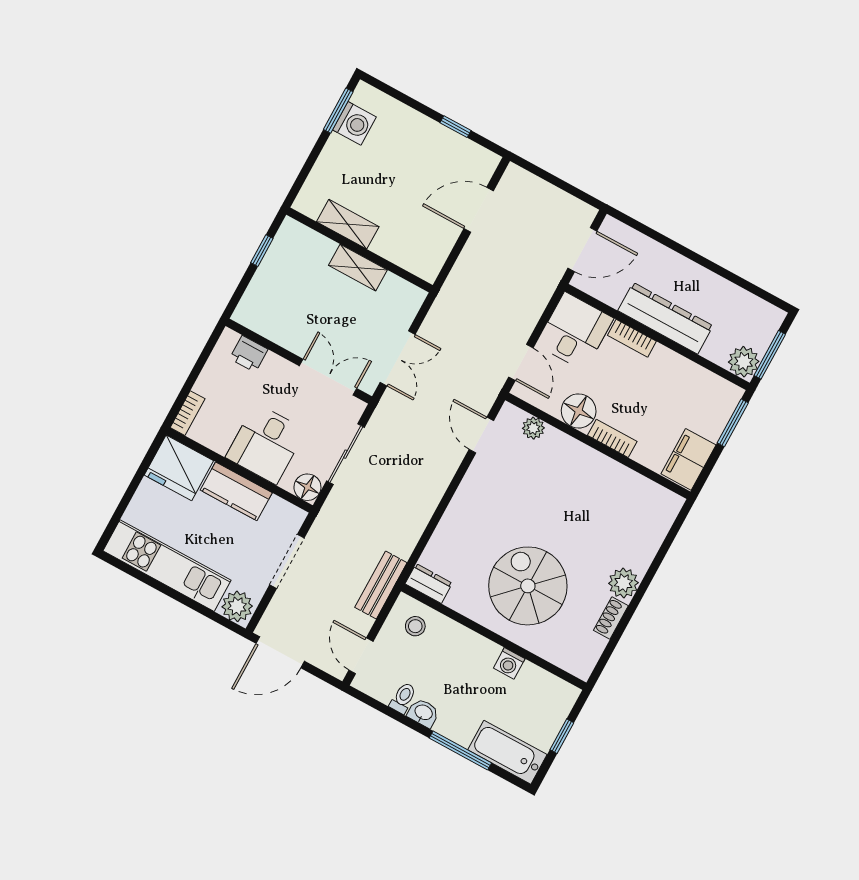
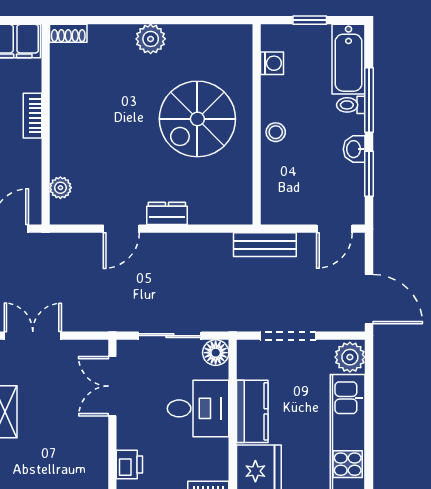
double door: (398, 358) -> (33, 336), moved
floor lamp: (579, 411) -> (25, 157), removed
door: (481, 435) -> (121, 229), moved
dresser: (429, 583) -> (167, 213), moved, turned 90
shoe rack: (611, 618) -> (68, 33), moved
stool: (415, 626) -> (276, 132), moved
washing machine: (509, 663) -> (272, 63), moved
toilet: (403, 698) -> (351, 105), moved
window: (394, 714) -> (369, 174), added

